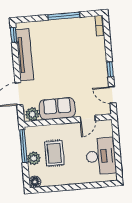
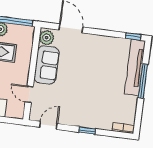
window: (64, 16) -> (143, 81), moved
tv unit: (25, 55) -> (135, 67), moved, turned 90
window: (110, 69) -> (87, 130), moved

